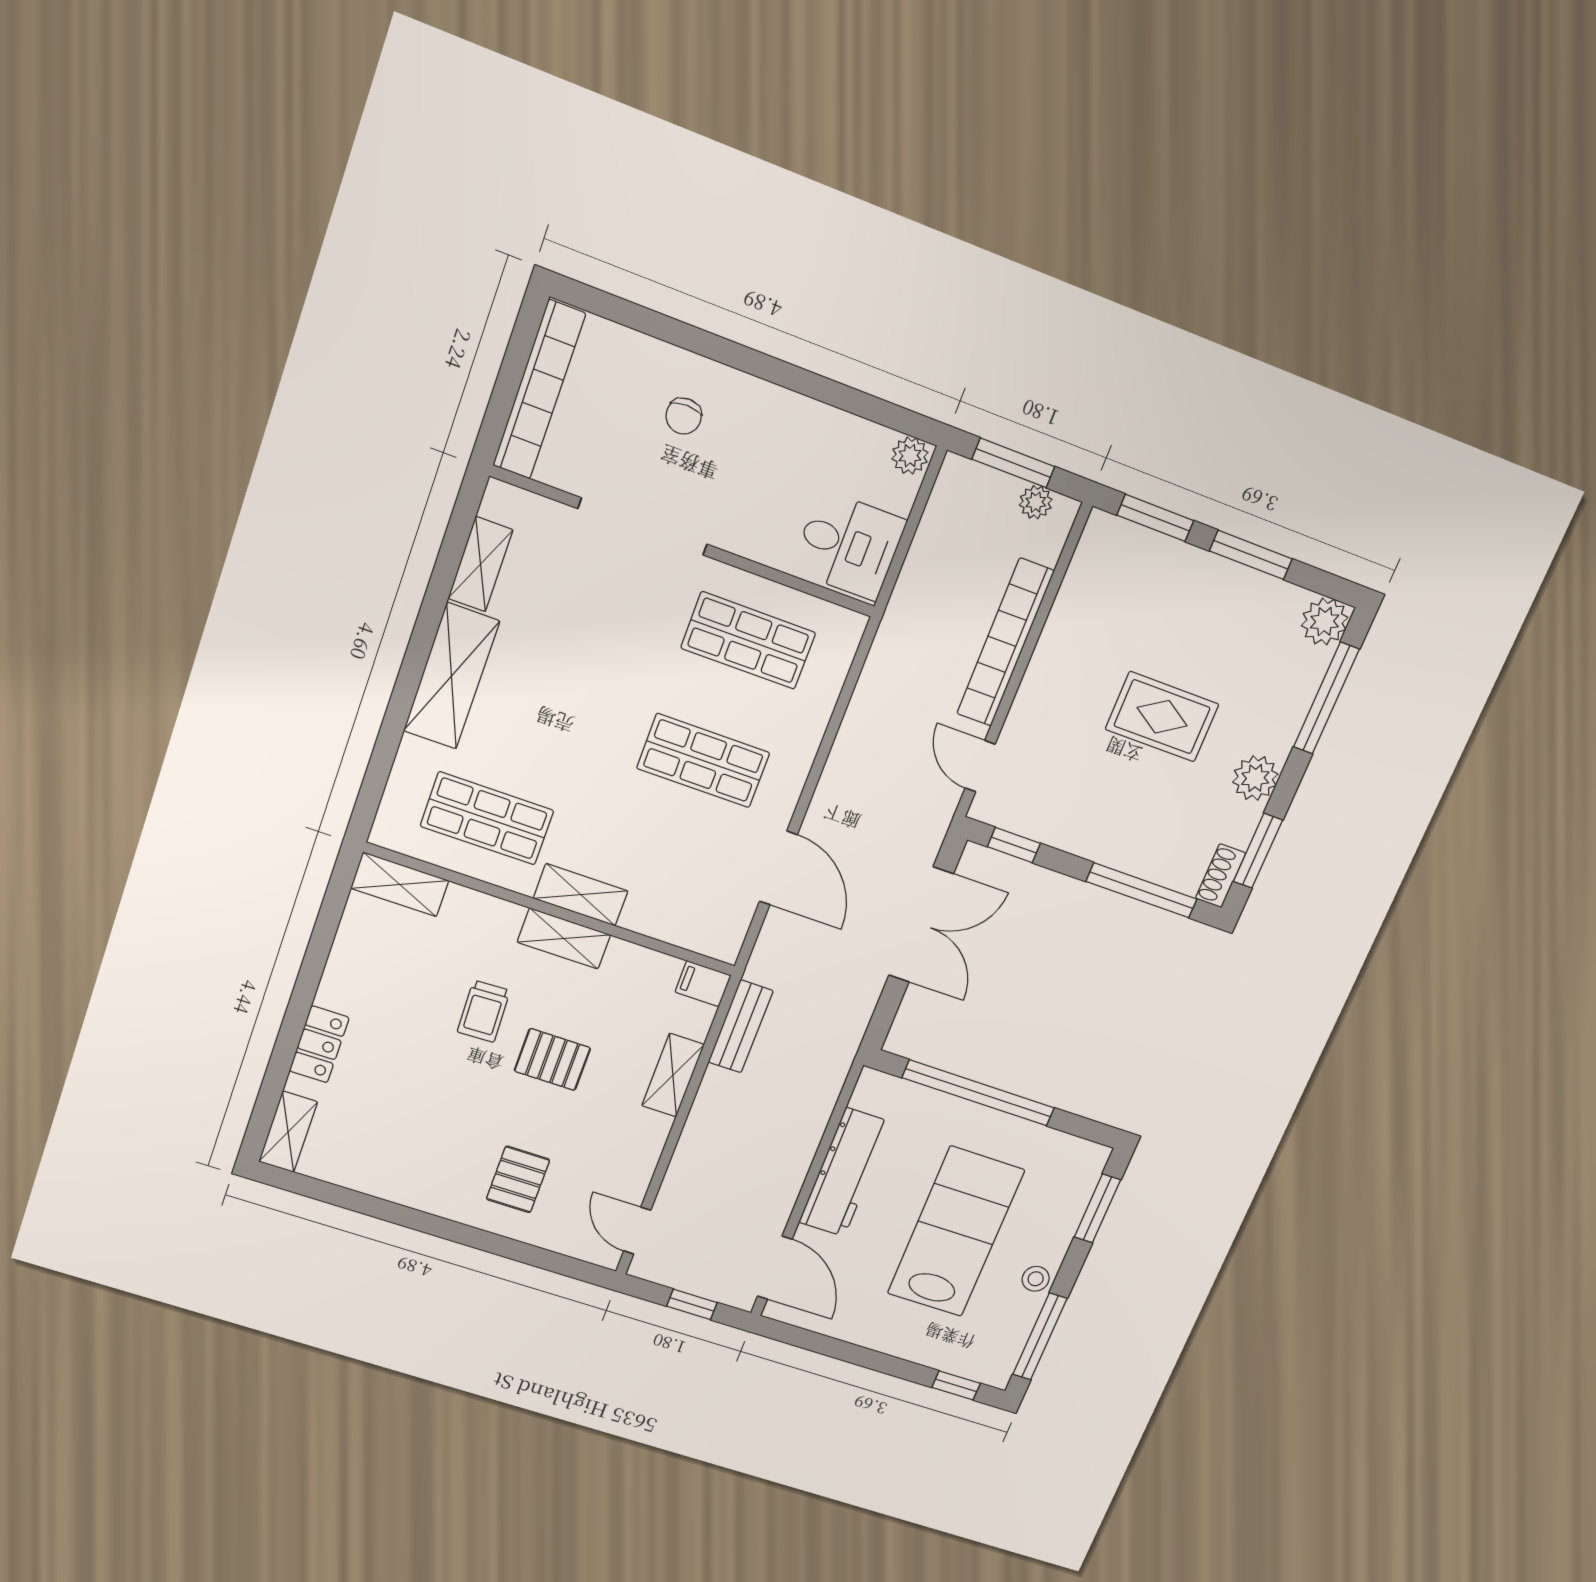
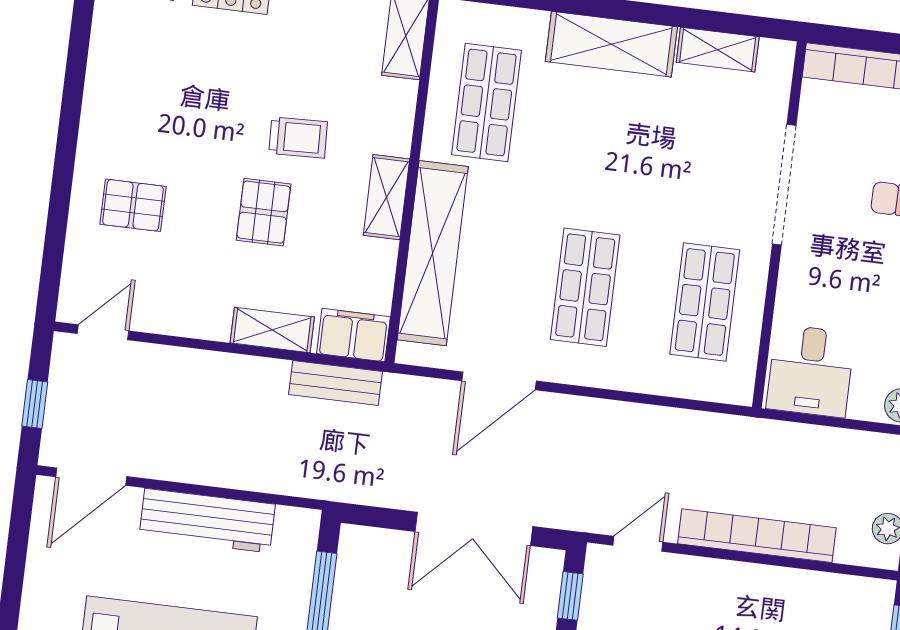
shelving: (581, 895) -> (433, 253), width x2.20, depth x1.33
filing cabinet: (703, 984) -> (353, 335), width x2.00
trolley: (484, 1011) -> (298, 137), turned 180

